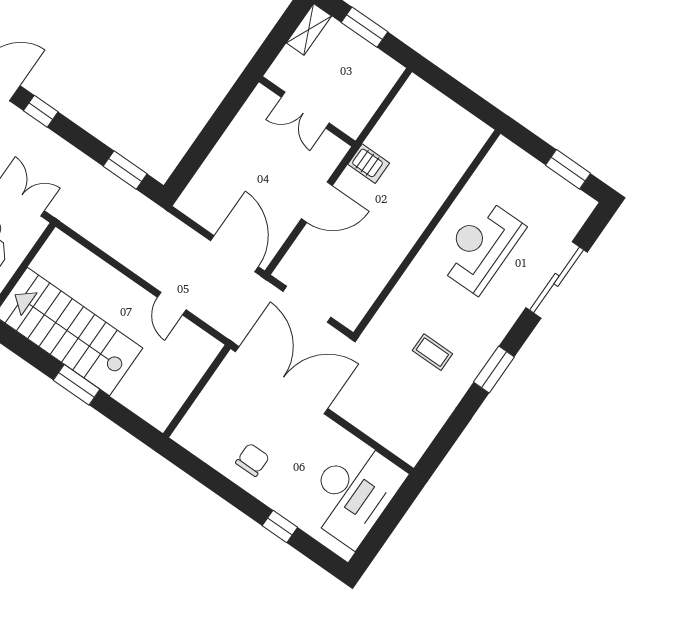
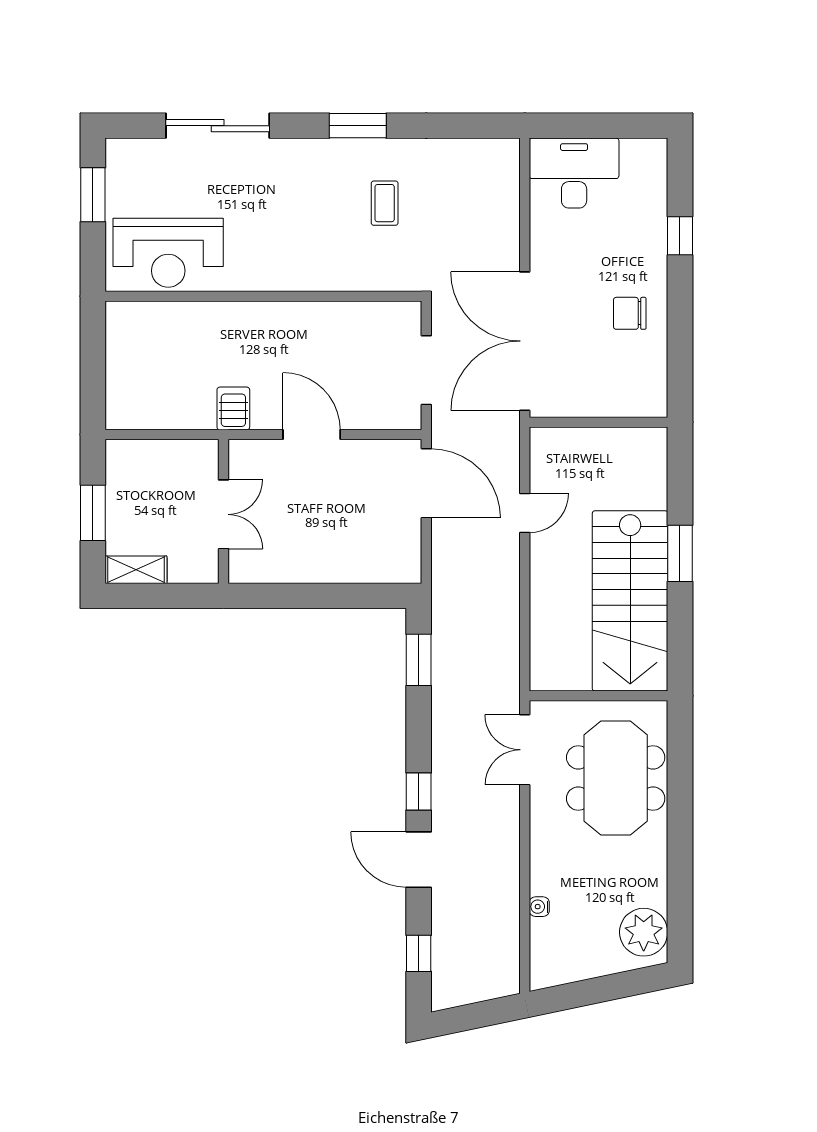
reception desk: (481, 246) -> (168, 253), moved
door: (235, 254) -> (426, 483), swing flipped
desk: (353, 492) -> (574, 173), width x0.73, depth x0.77

